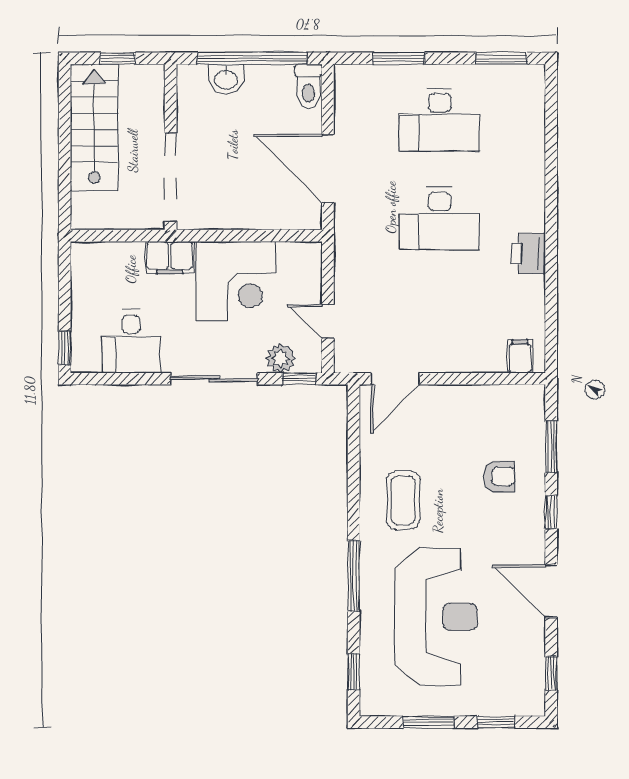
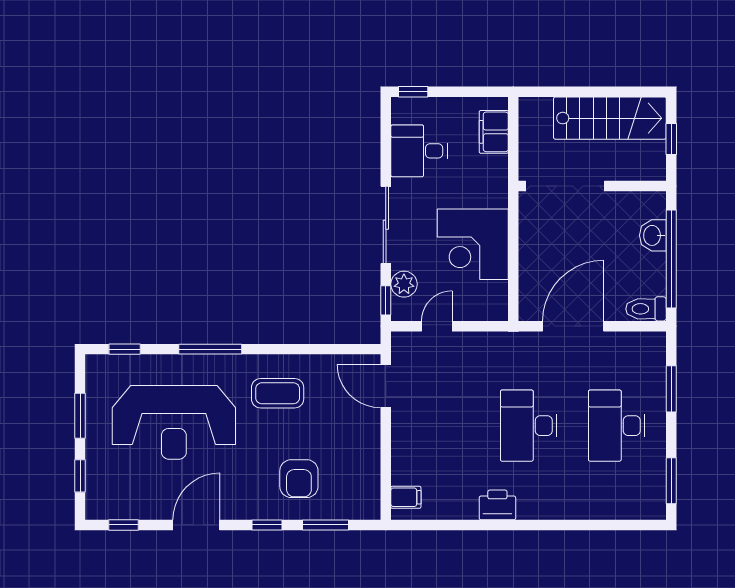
filing cabinet: (170, 258) -> (494, 132), moved
armchair: (499, 476) -> (299, 479), width x1.38, depth x1.38

